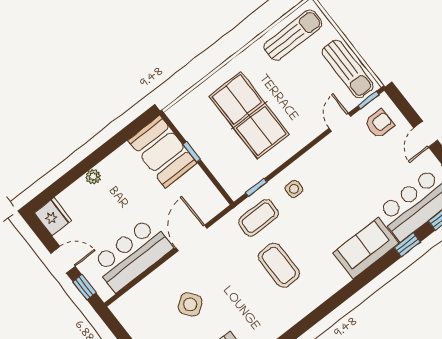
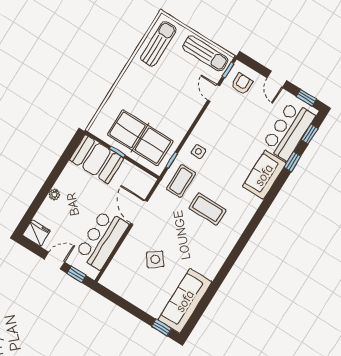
table tennis table: (249, 115) -> (140, 138), moved

